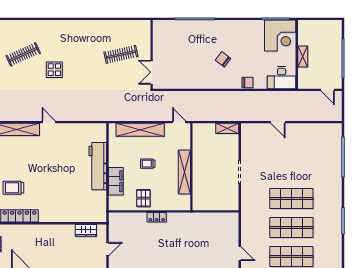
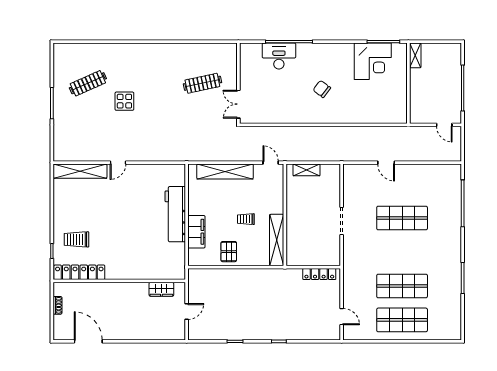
corner desk: (280, 36) -> (373, 61), moved
shelving: (303, 56) -> (415, 55), moved
desk: (282, 78) -> (279, 56), moved, turned 180
chair: (248, 83) -> (351, 116), removed
door: (49, 122) -> (118, 163), swing flipped
shelving: (227, 128) -> (306, 170), moved
trolley: (148, 164) -> (246, 219), moved
shelving: (184, 172) -> (277, 240), moved
shop shelf: (291, 198) -> (402, 218), moved
locker: (157, 217) -> (319, 274), moved, width x1.53

